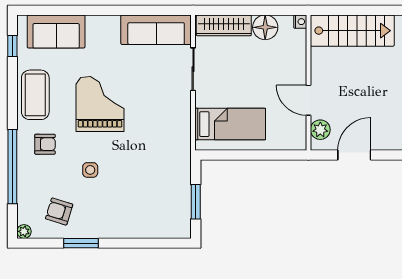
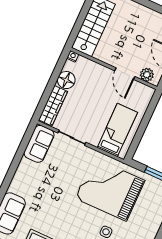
sofa: (156, 30) -> (39, 144), width x0.73
door: (309, 100) -> (125, 74), hinge flipped
grand piano: (100, 104) -> (110, 189), moved, width x1.37, depth x1.48

